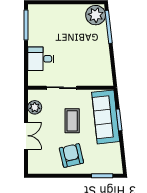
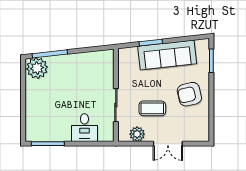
sofa: (106, 117) -> (167, 55), moved
coffee table: (72, 121) -> (152, 108), moved
double door: (26, 136) -> (168, 144), swing flipped

